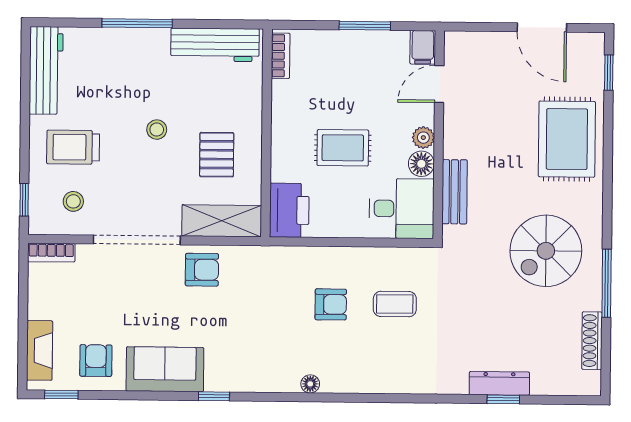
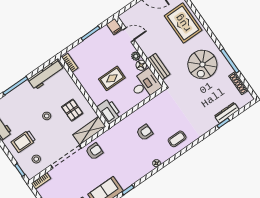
door: (439, 84) -> (128, 35), swing flipped
coffee table: (395, 304) -> (177, 139), moved
dresser: (499, 383) -> (227, 113), moved

